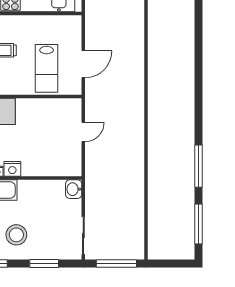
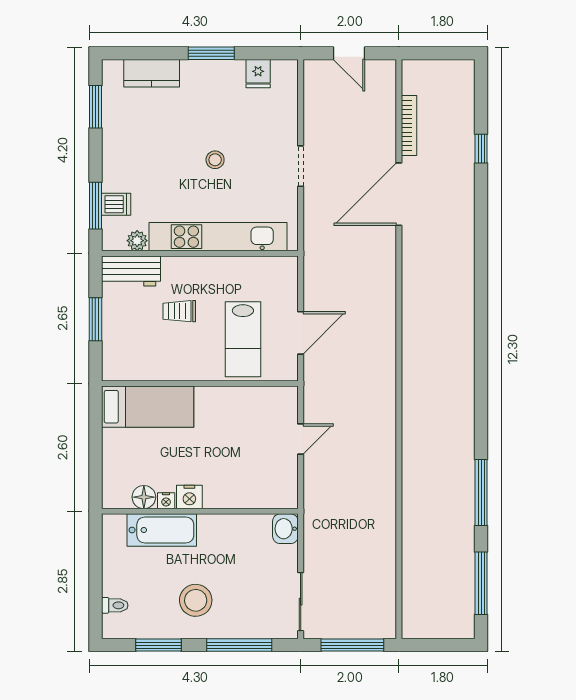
window: (44, 263) -> (239, 645), width x1.44

